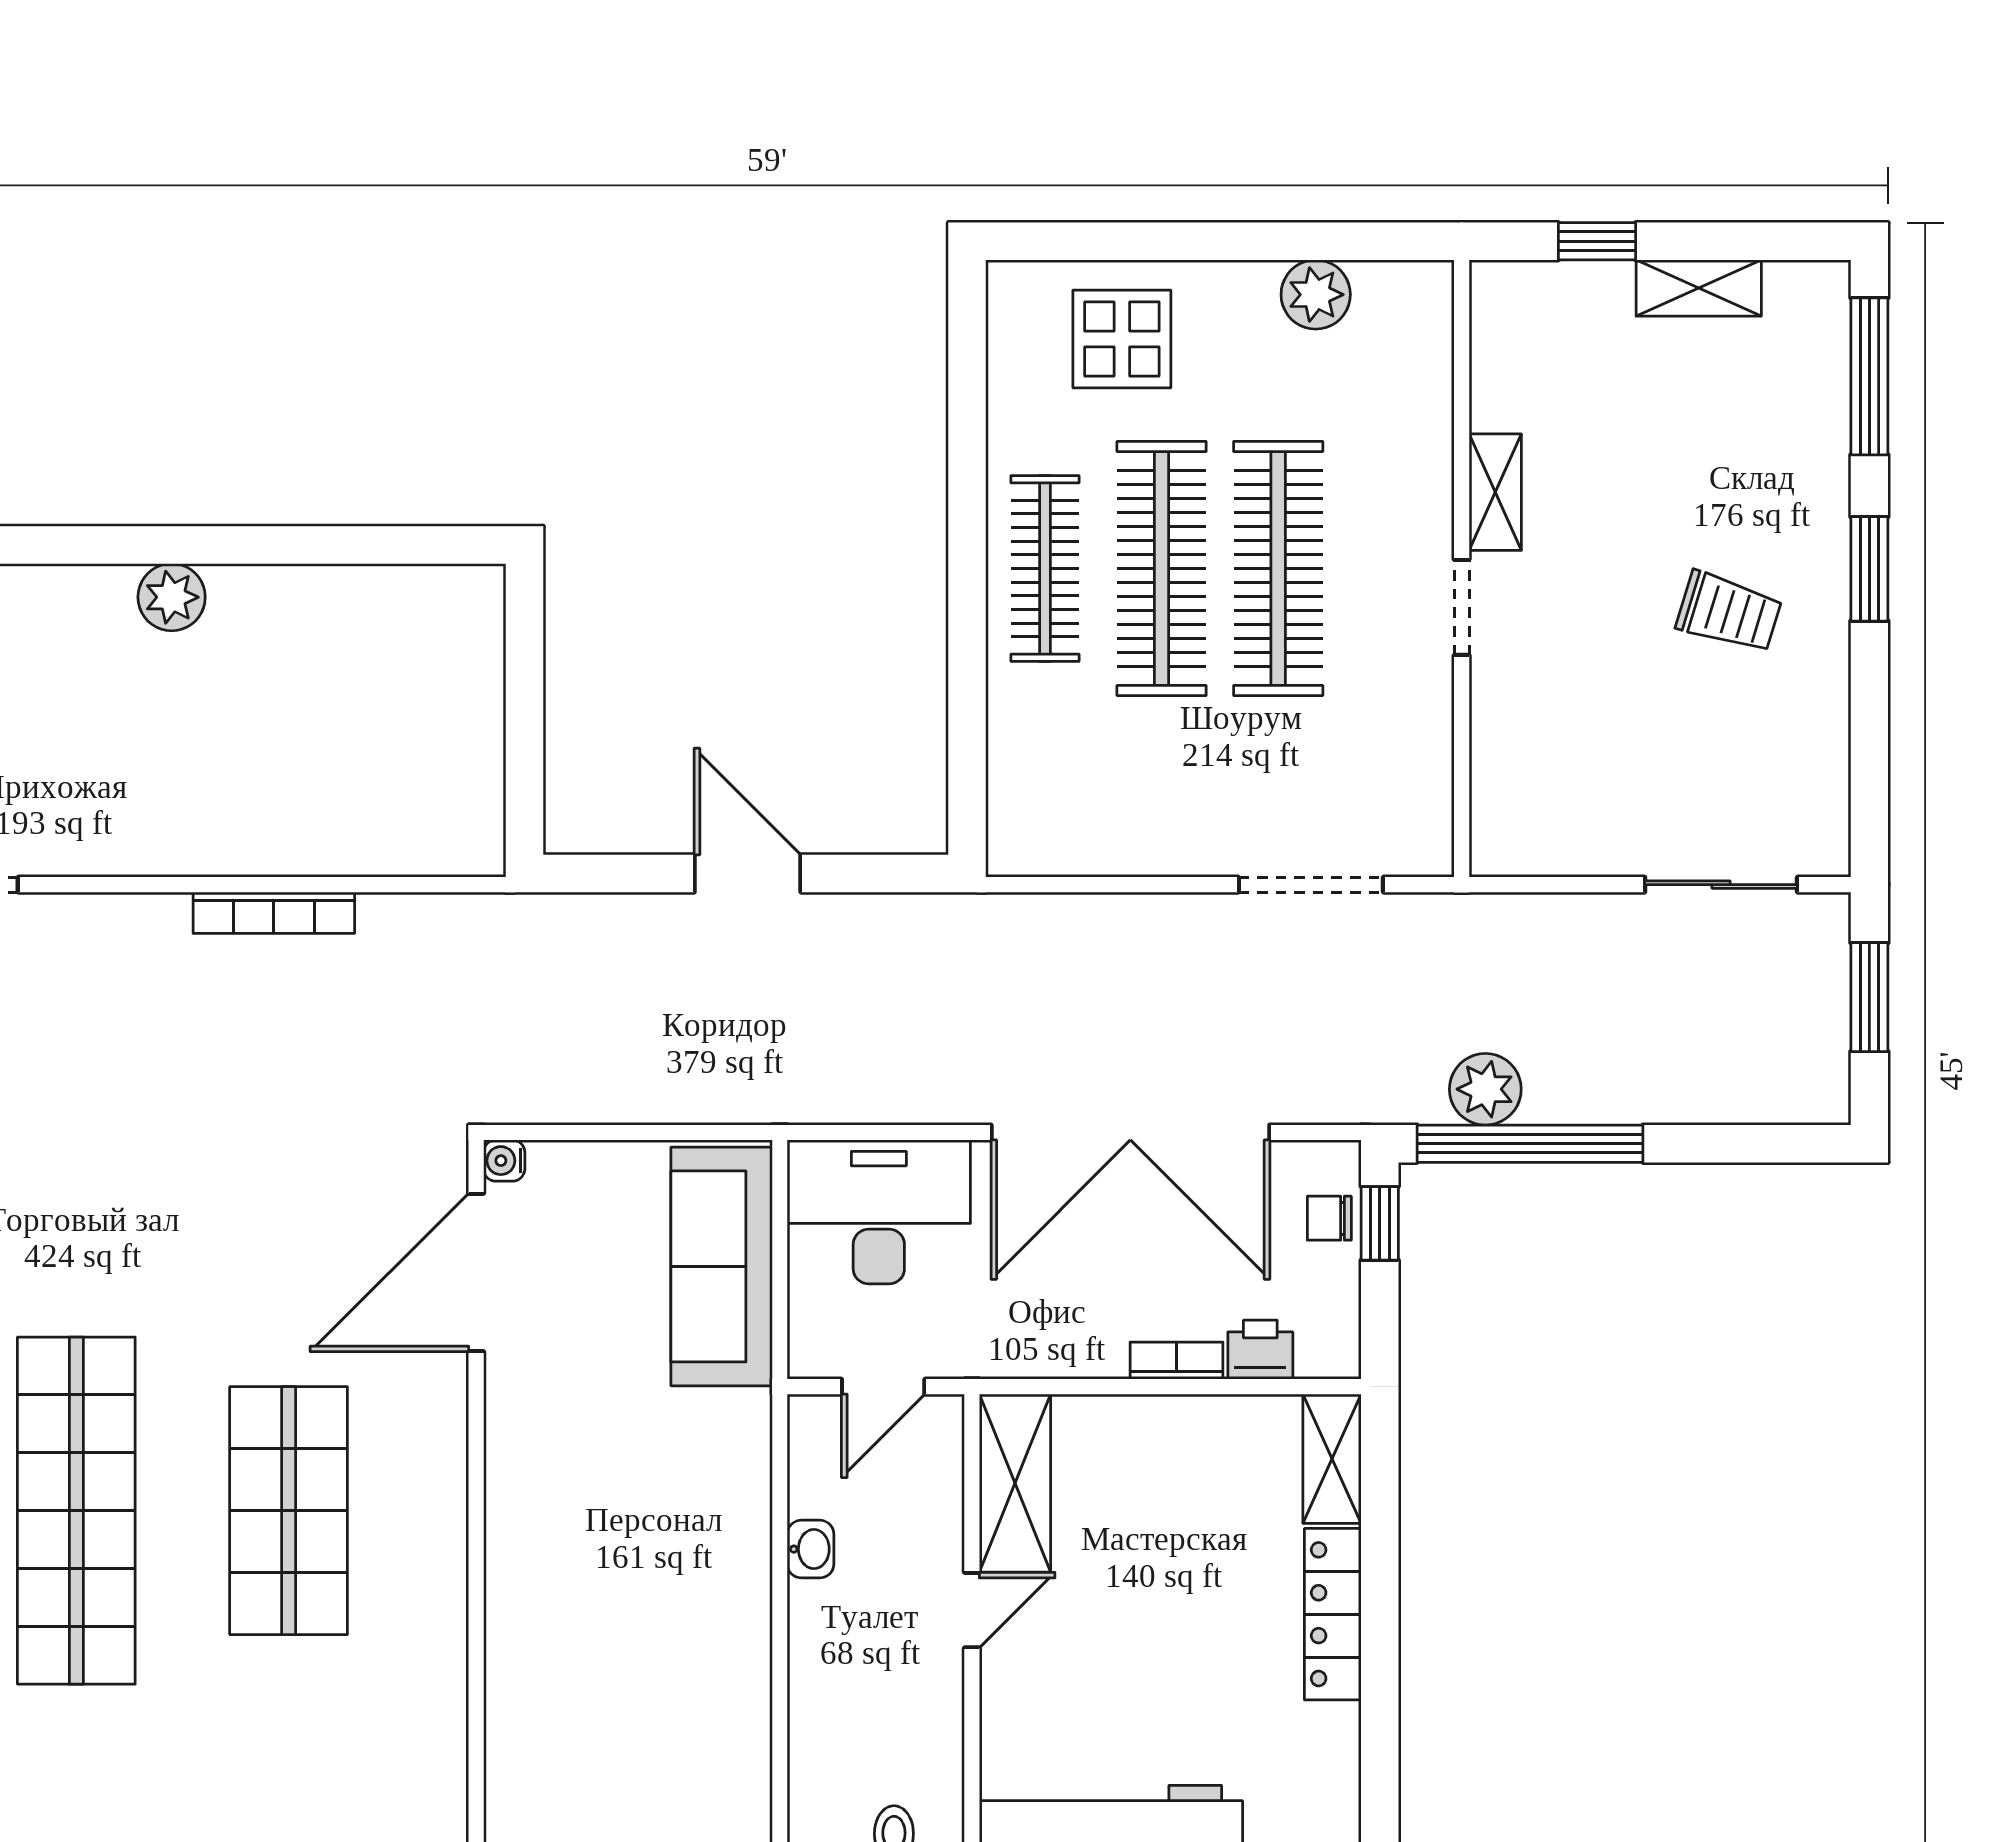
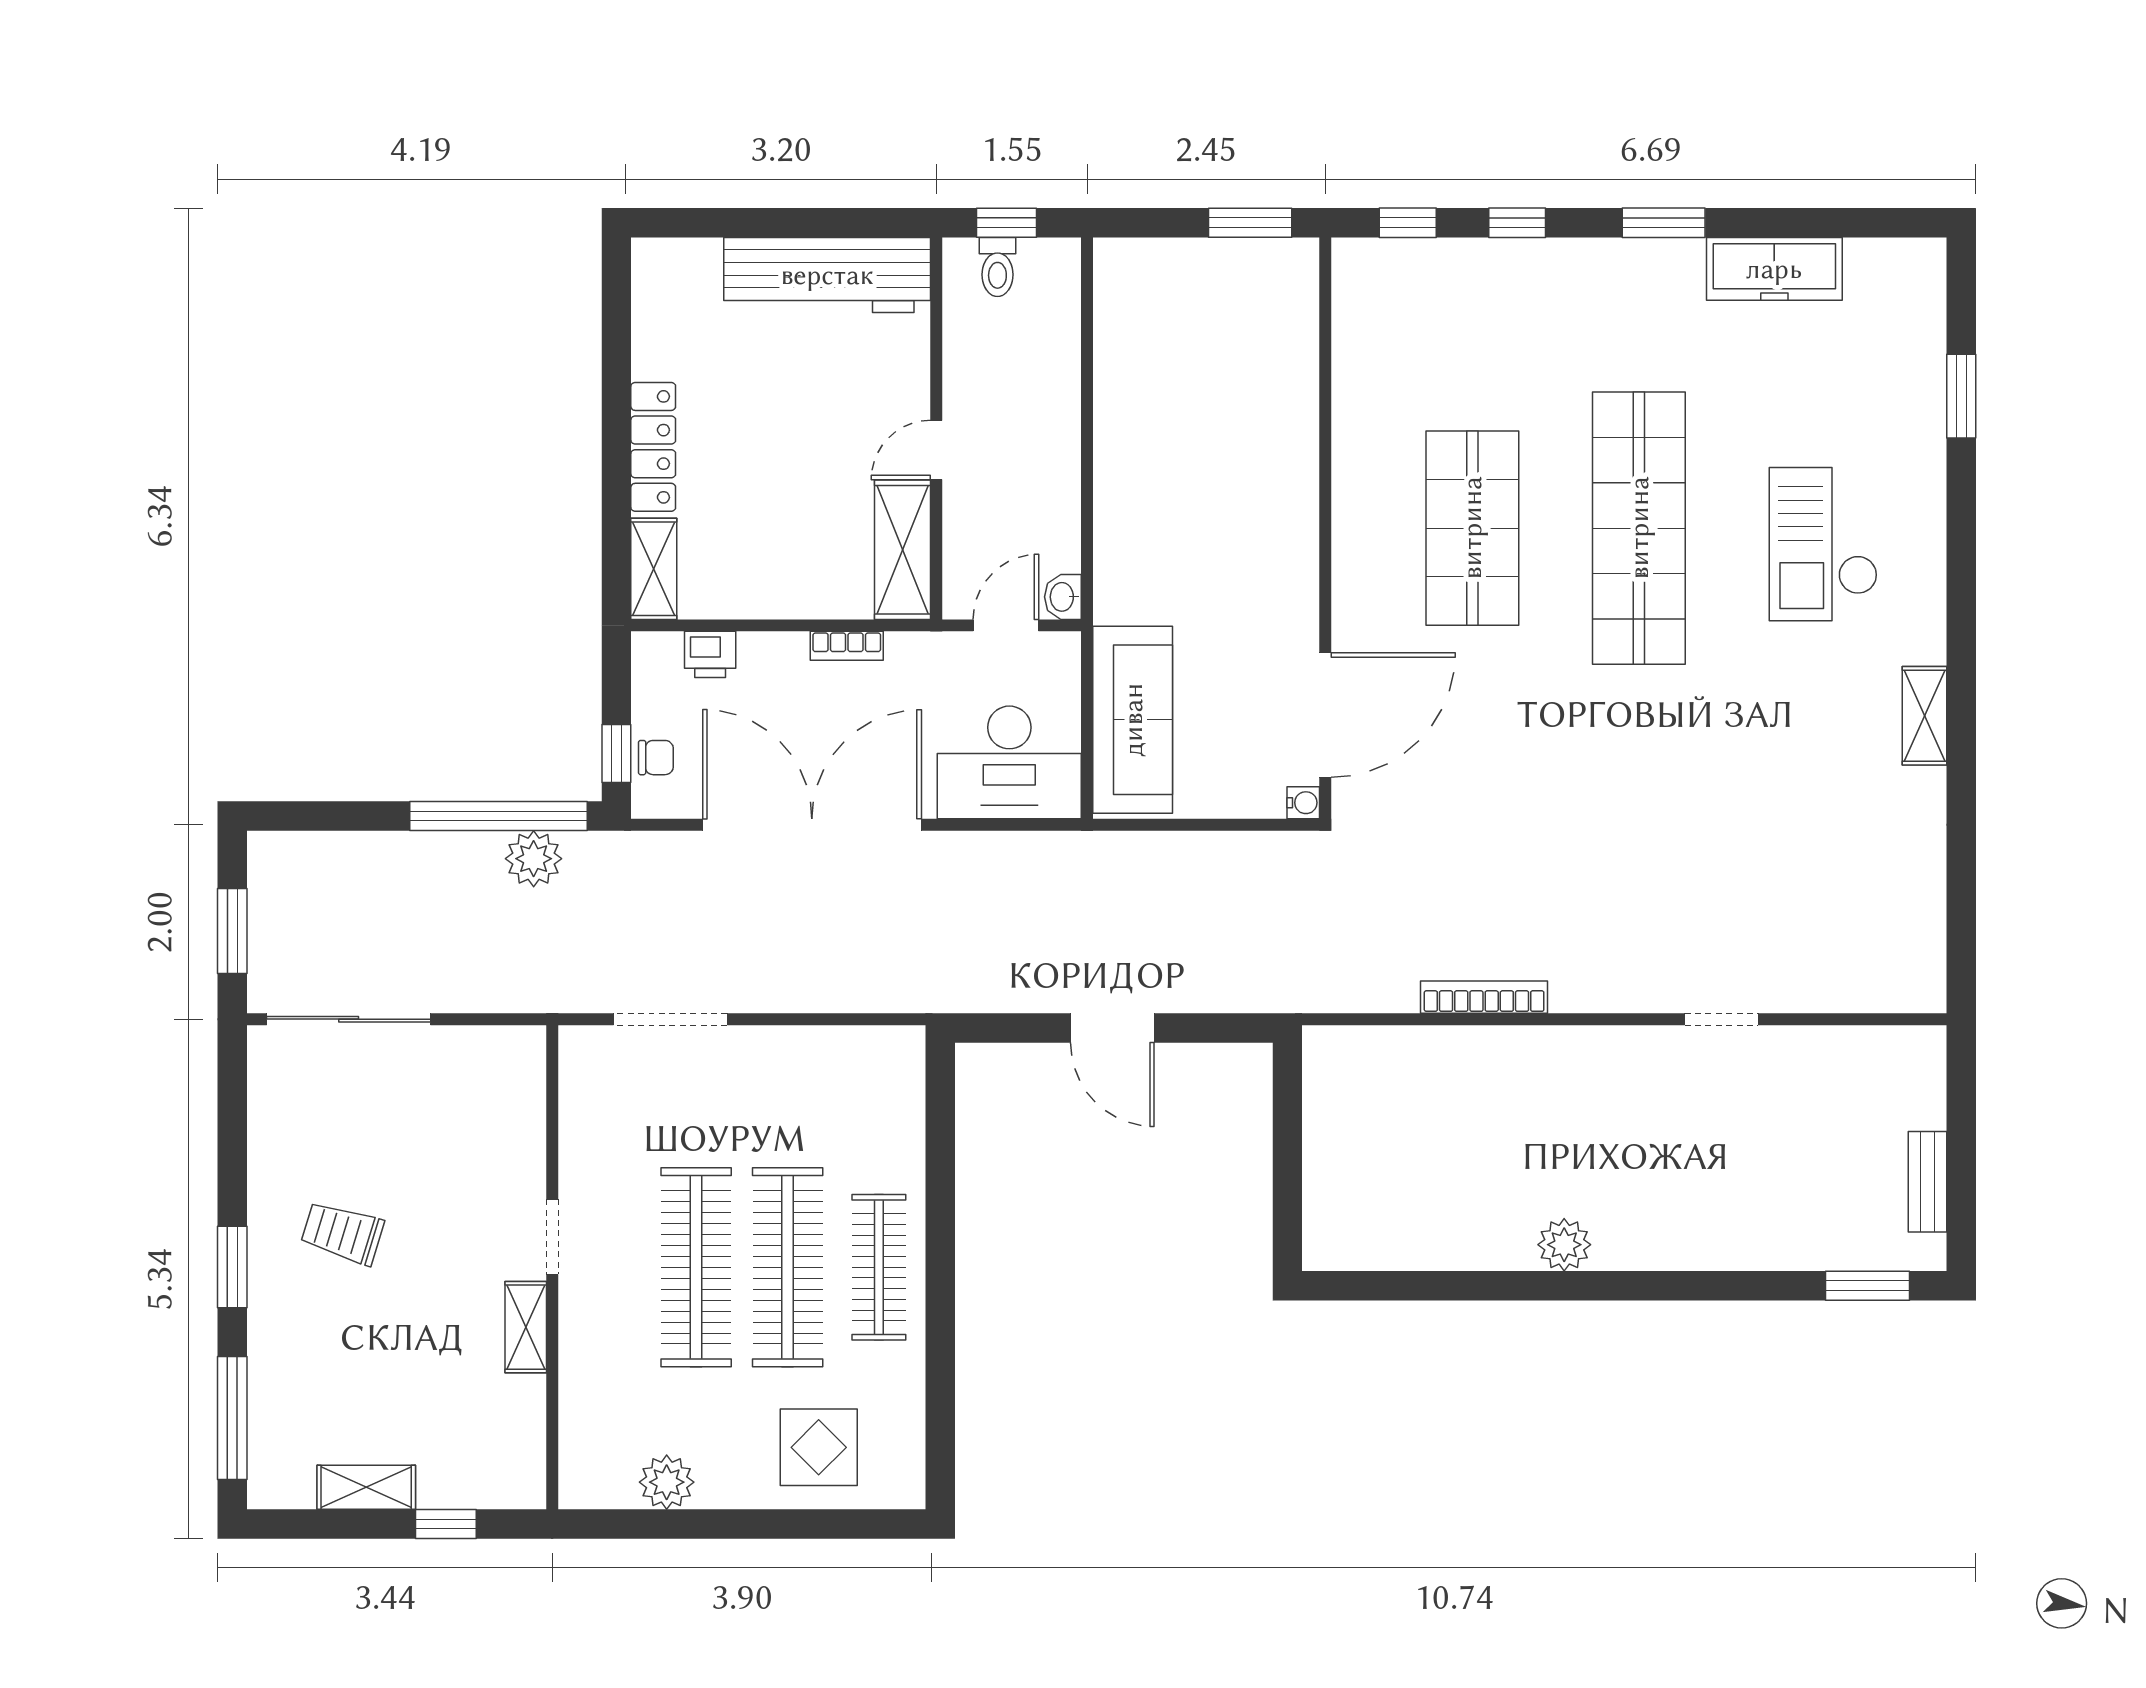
sliding door: (1721, 885) -> (349, 1019), width x1.37
bookcase: (1176, 1361) -> (847, 646), moved
washbasin: (811, 1549) -> (1063, 597), moved

